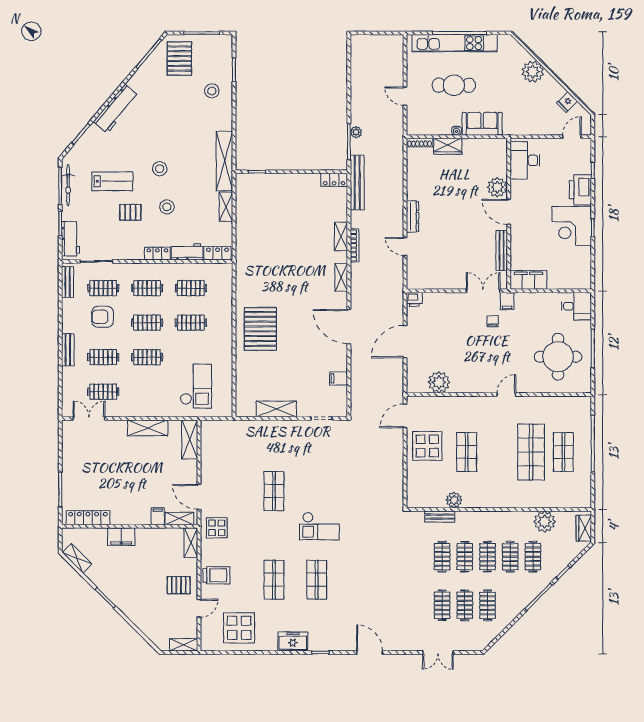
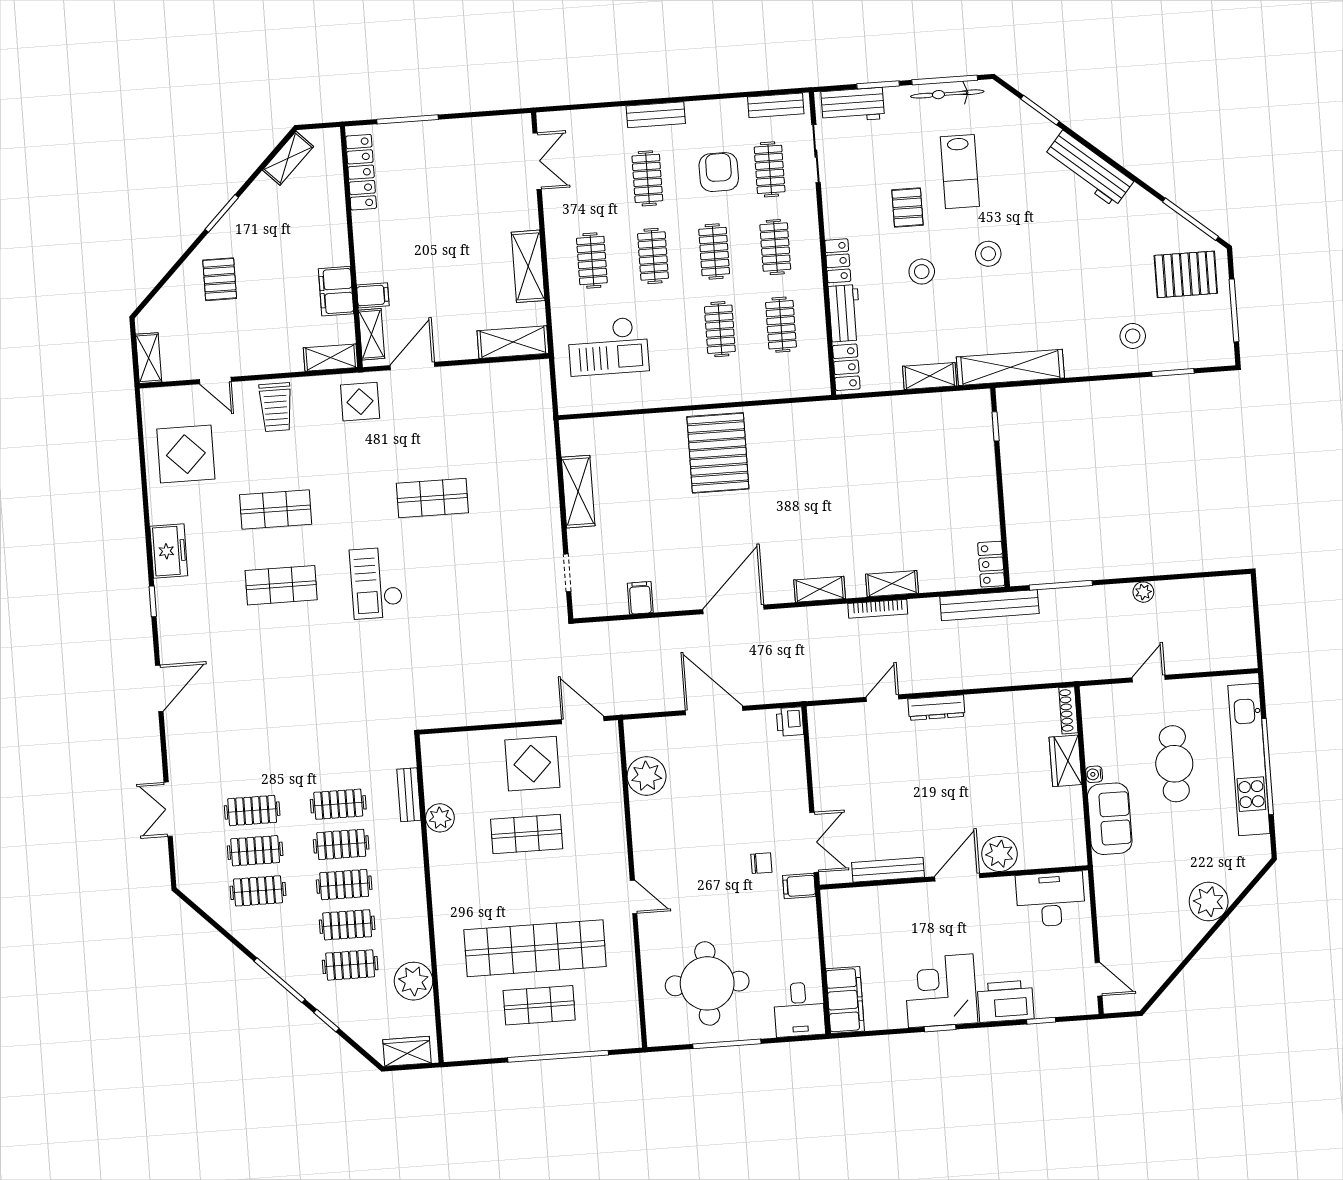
fridge: (567, 102) -> (1159, 966), removed
plant: (356, 132) -> (1143, 592), moved
filing cabinet: (528, 280) -> (845, 1000), moved
pallet: (260, 329) -> (718, 453), turned 90
clothes rail: (103, 392) -> (592, 261), moved
shop shelf: (531, 452) -> (535, 948), width x1.40
filing cabinet: (121, 537) -> (336, 291), moved
pallet: (179, 585) -> (220, 279), moved

